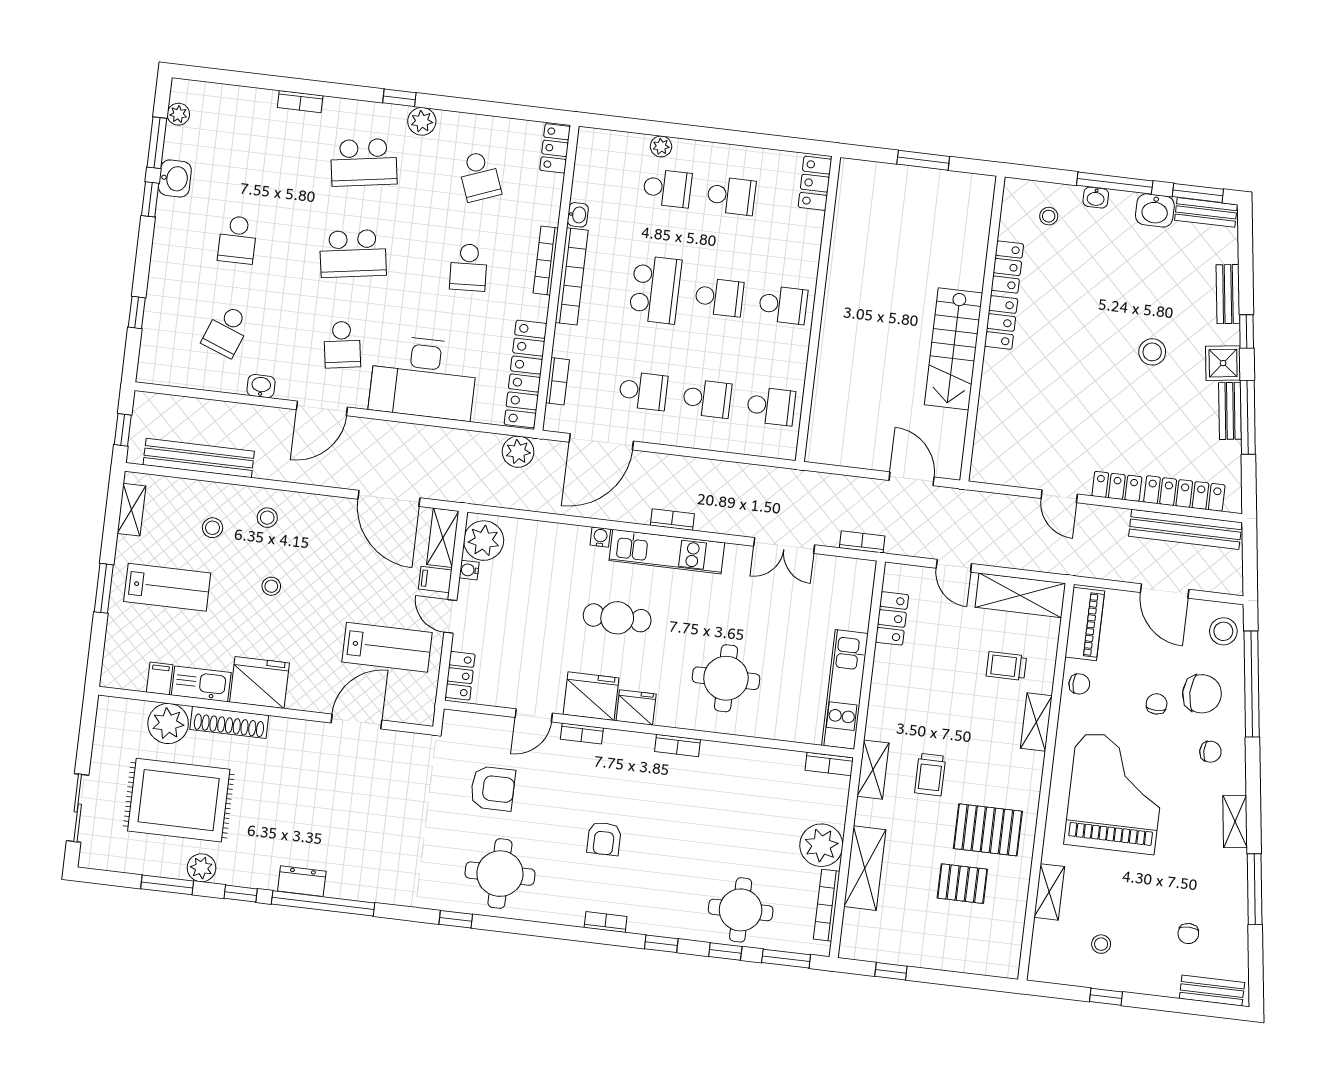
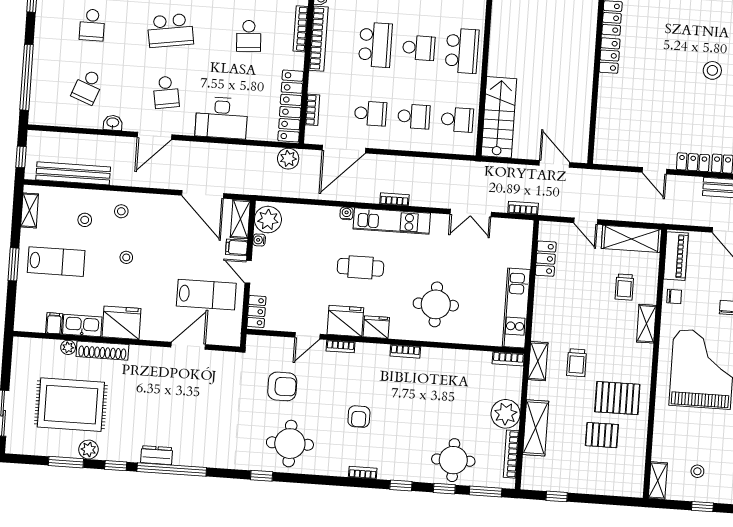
school desk: (783, 305) -> (462, 51), width x1.85
window: (137, 313) -> (27, 77), width x3.17
stairs: (953, 349) -> (499, 117), moved, turned 180
desk: (423, 378) -> (222, 118), width x0.73, depth x0.77
trolley: (1006, 666) -> (624, 287), turned -90
plant: (168, 723) -> (68, 347), width x0.53, depth x0.53
shelving: (1049, 892) -> (658, 481), moved

